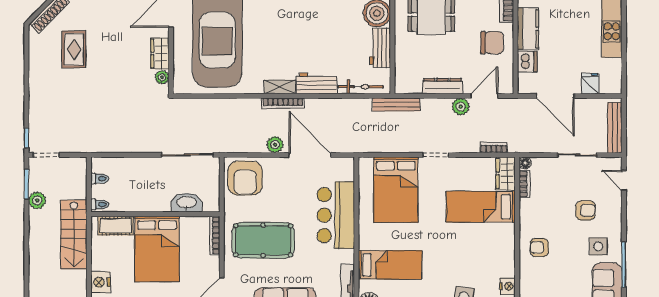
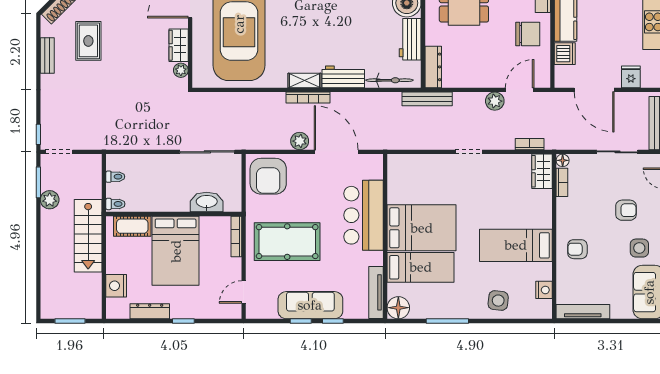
bench: (35, 63) -> (47, 56), added
dresser: (442, 86) -> (433, 67), moved, turned 90
bed: (396, 190) -> (422, 228), moved, turned -90
bed: (481, 207) -> (516, 245), moved

